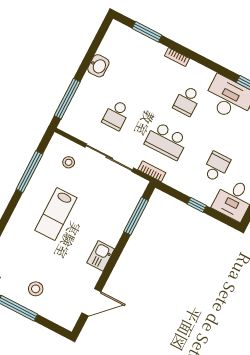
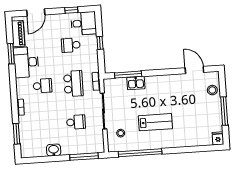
window: (29, 172) -> (140, 153), width x1.46
kitchen sink: (101, 256) -> (136, 83), moved
stool: (36, 289) -> (212, 90), moved

